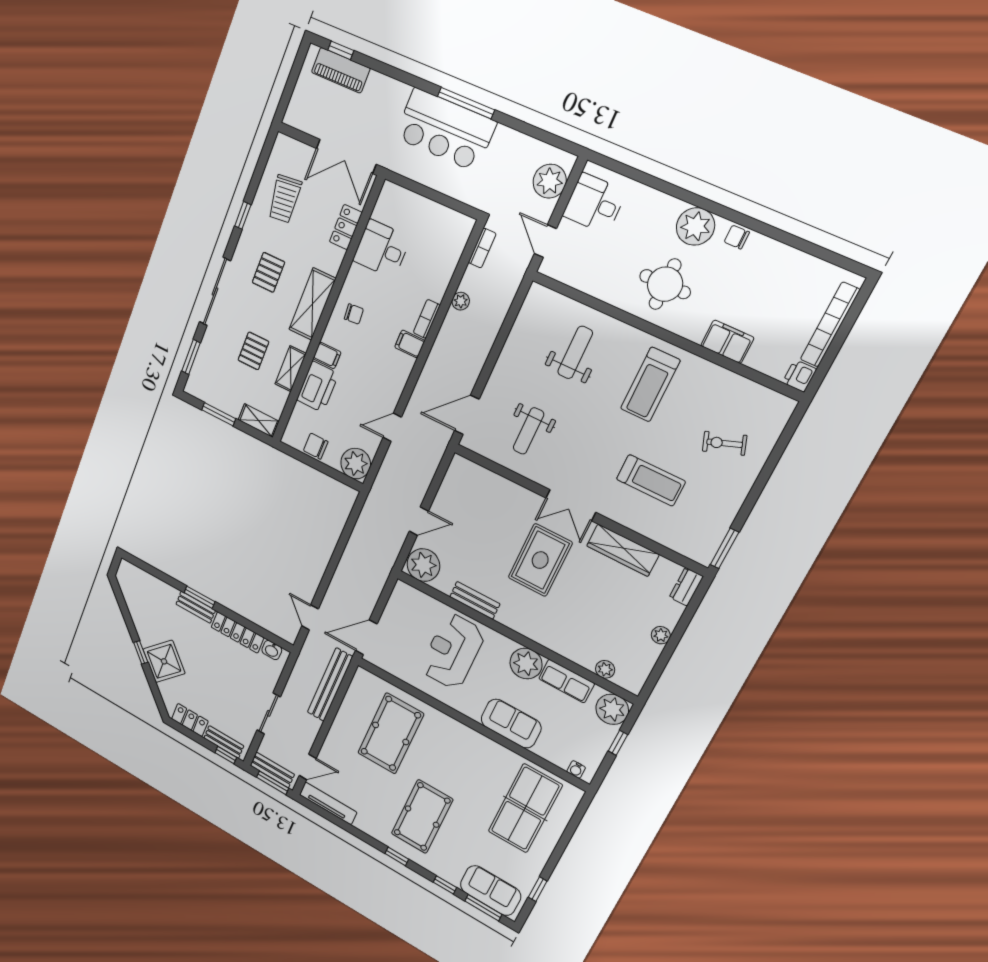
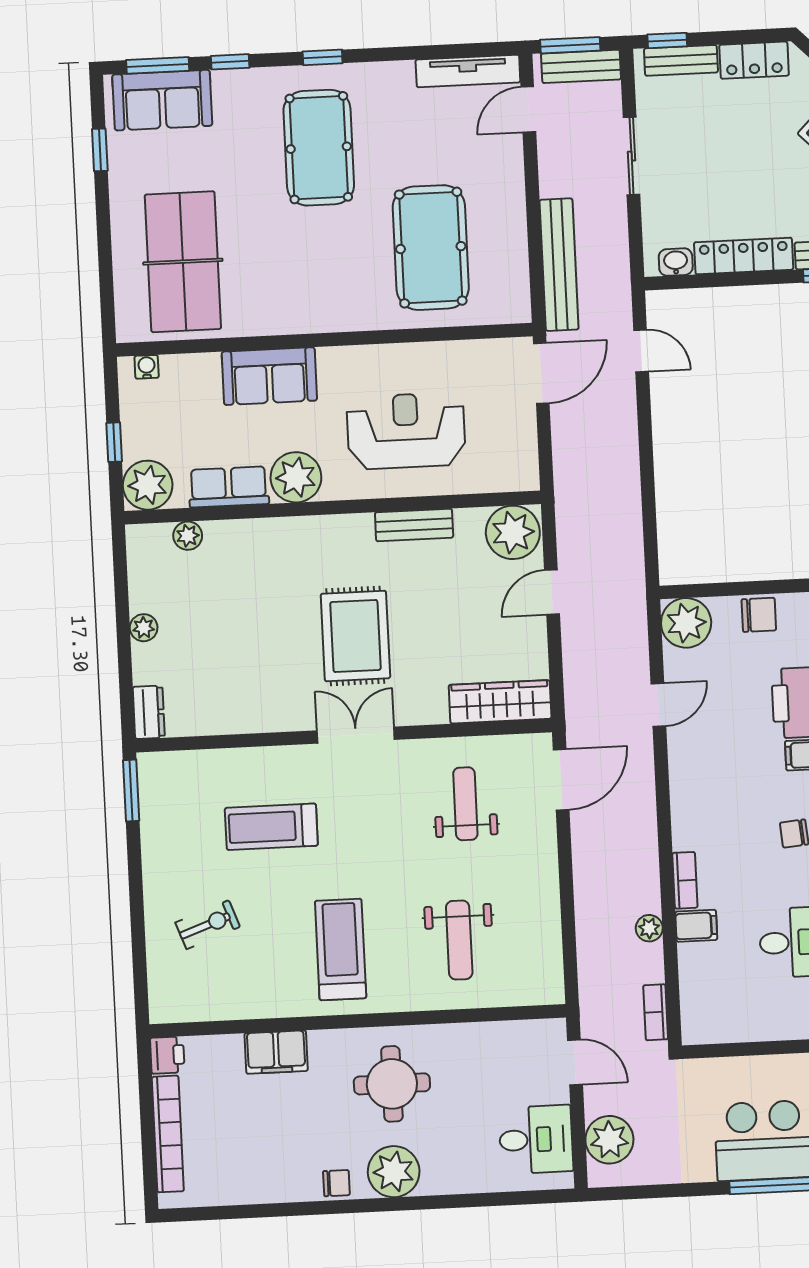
filing cabinet: (410, 344) -> (696, 926), moved
wardrobe: (623, 550) -> (500, 702), moved
reception desk: (453, 651) -> (406, 431), turned -90

